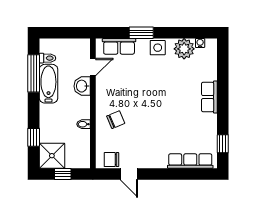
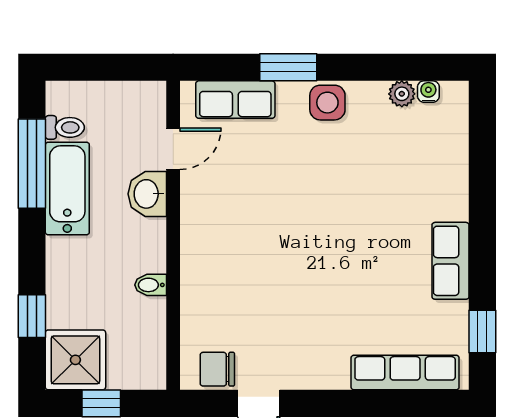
plant: (184, 49) -> (402, 94), width x0.53, depth x0.53
row of seats: (209, 97) -> (451, 261), moved
chair: (116, 120) -> (227, 274), removed

